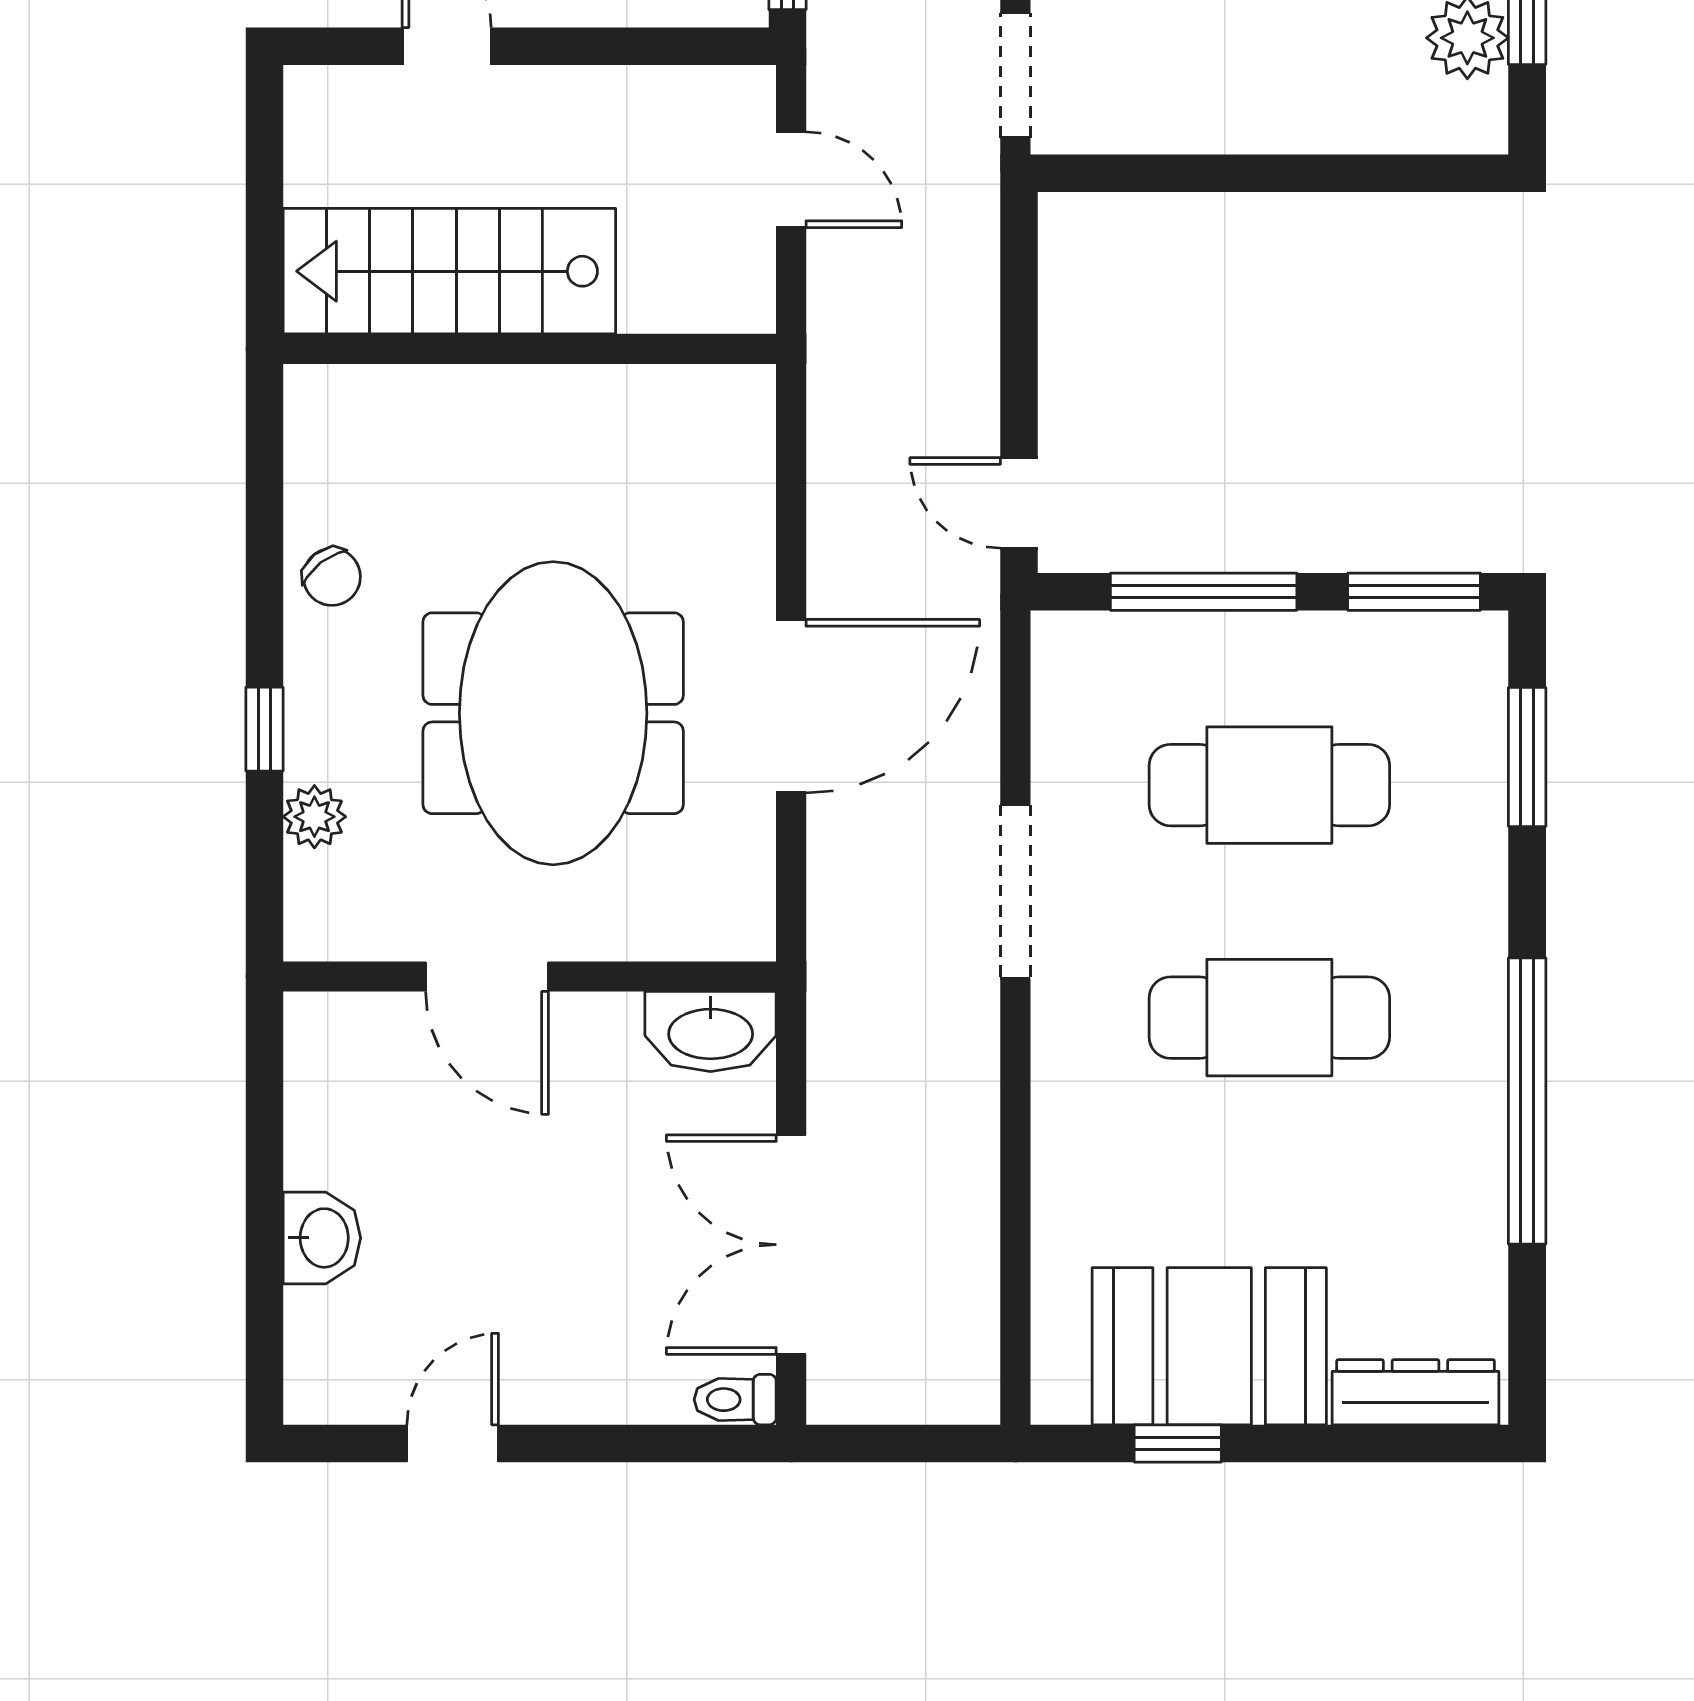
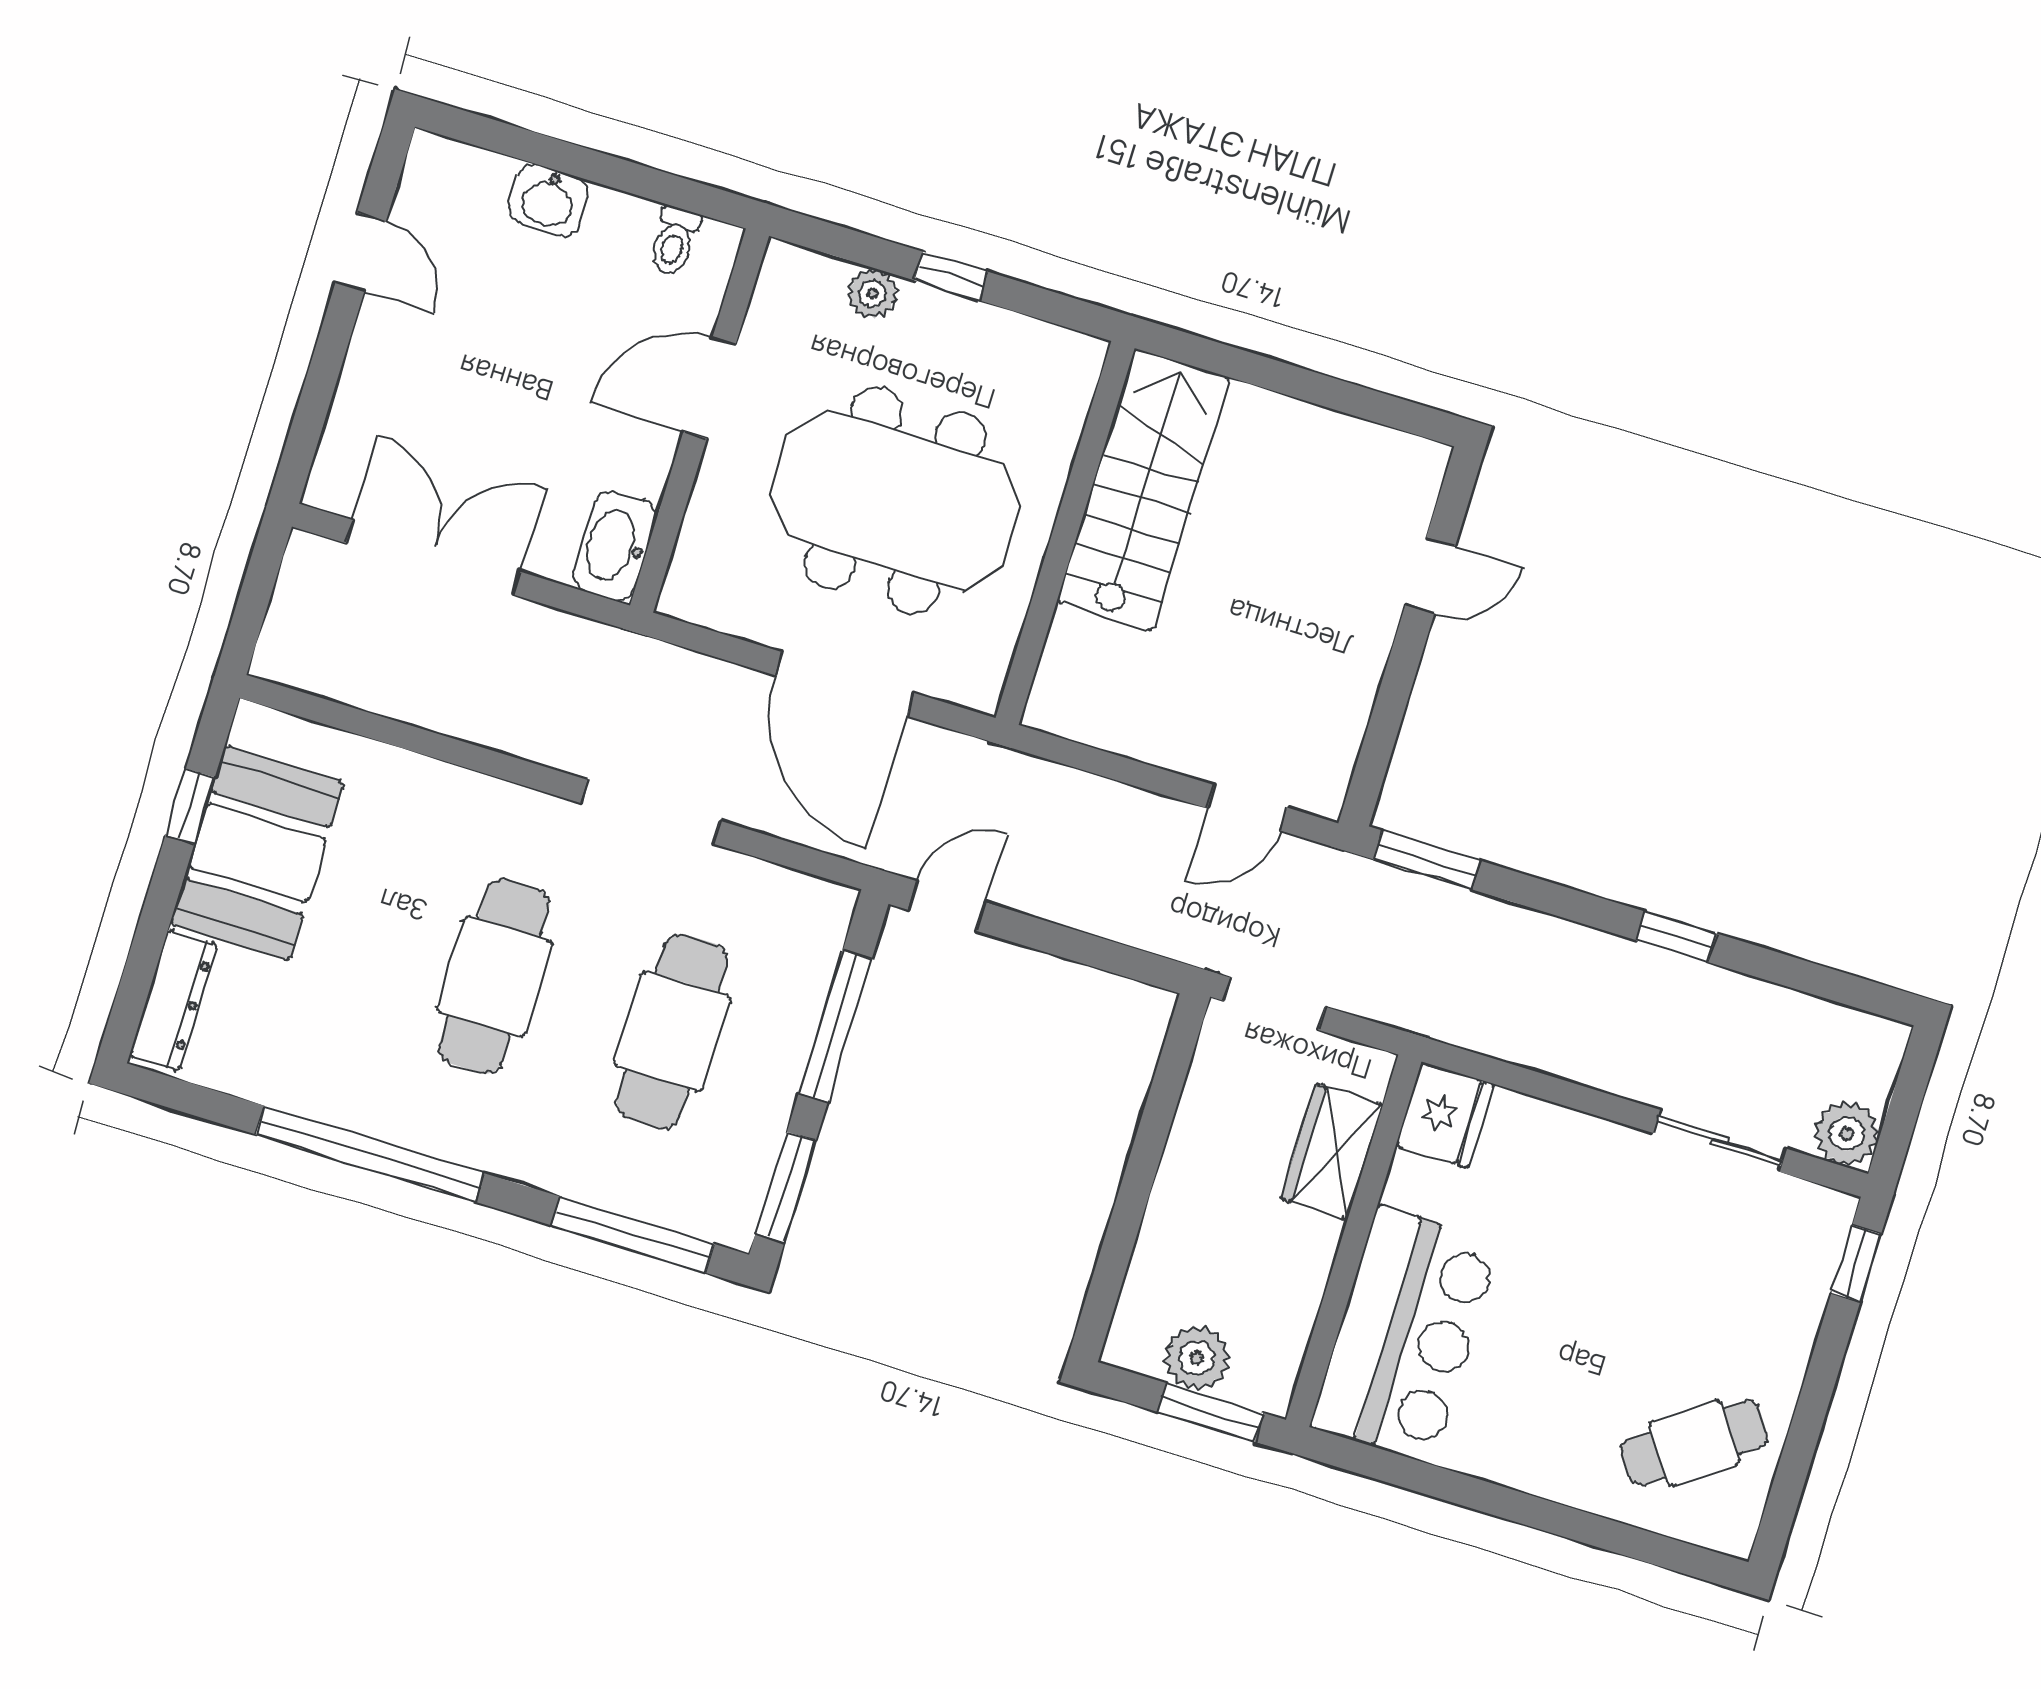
stairs: (449, 271) -> (1143, 490), moved
wall: (530, 349) -> (1065, 533), moved
chair: (332, 577) -> (1052, 363), removed
window: (1527, 757) -> (633, 1235), width x1.44
toilet: (735, 1400) -> (674, 241), moved, turned 180

